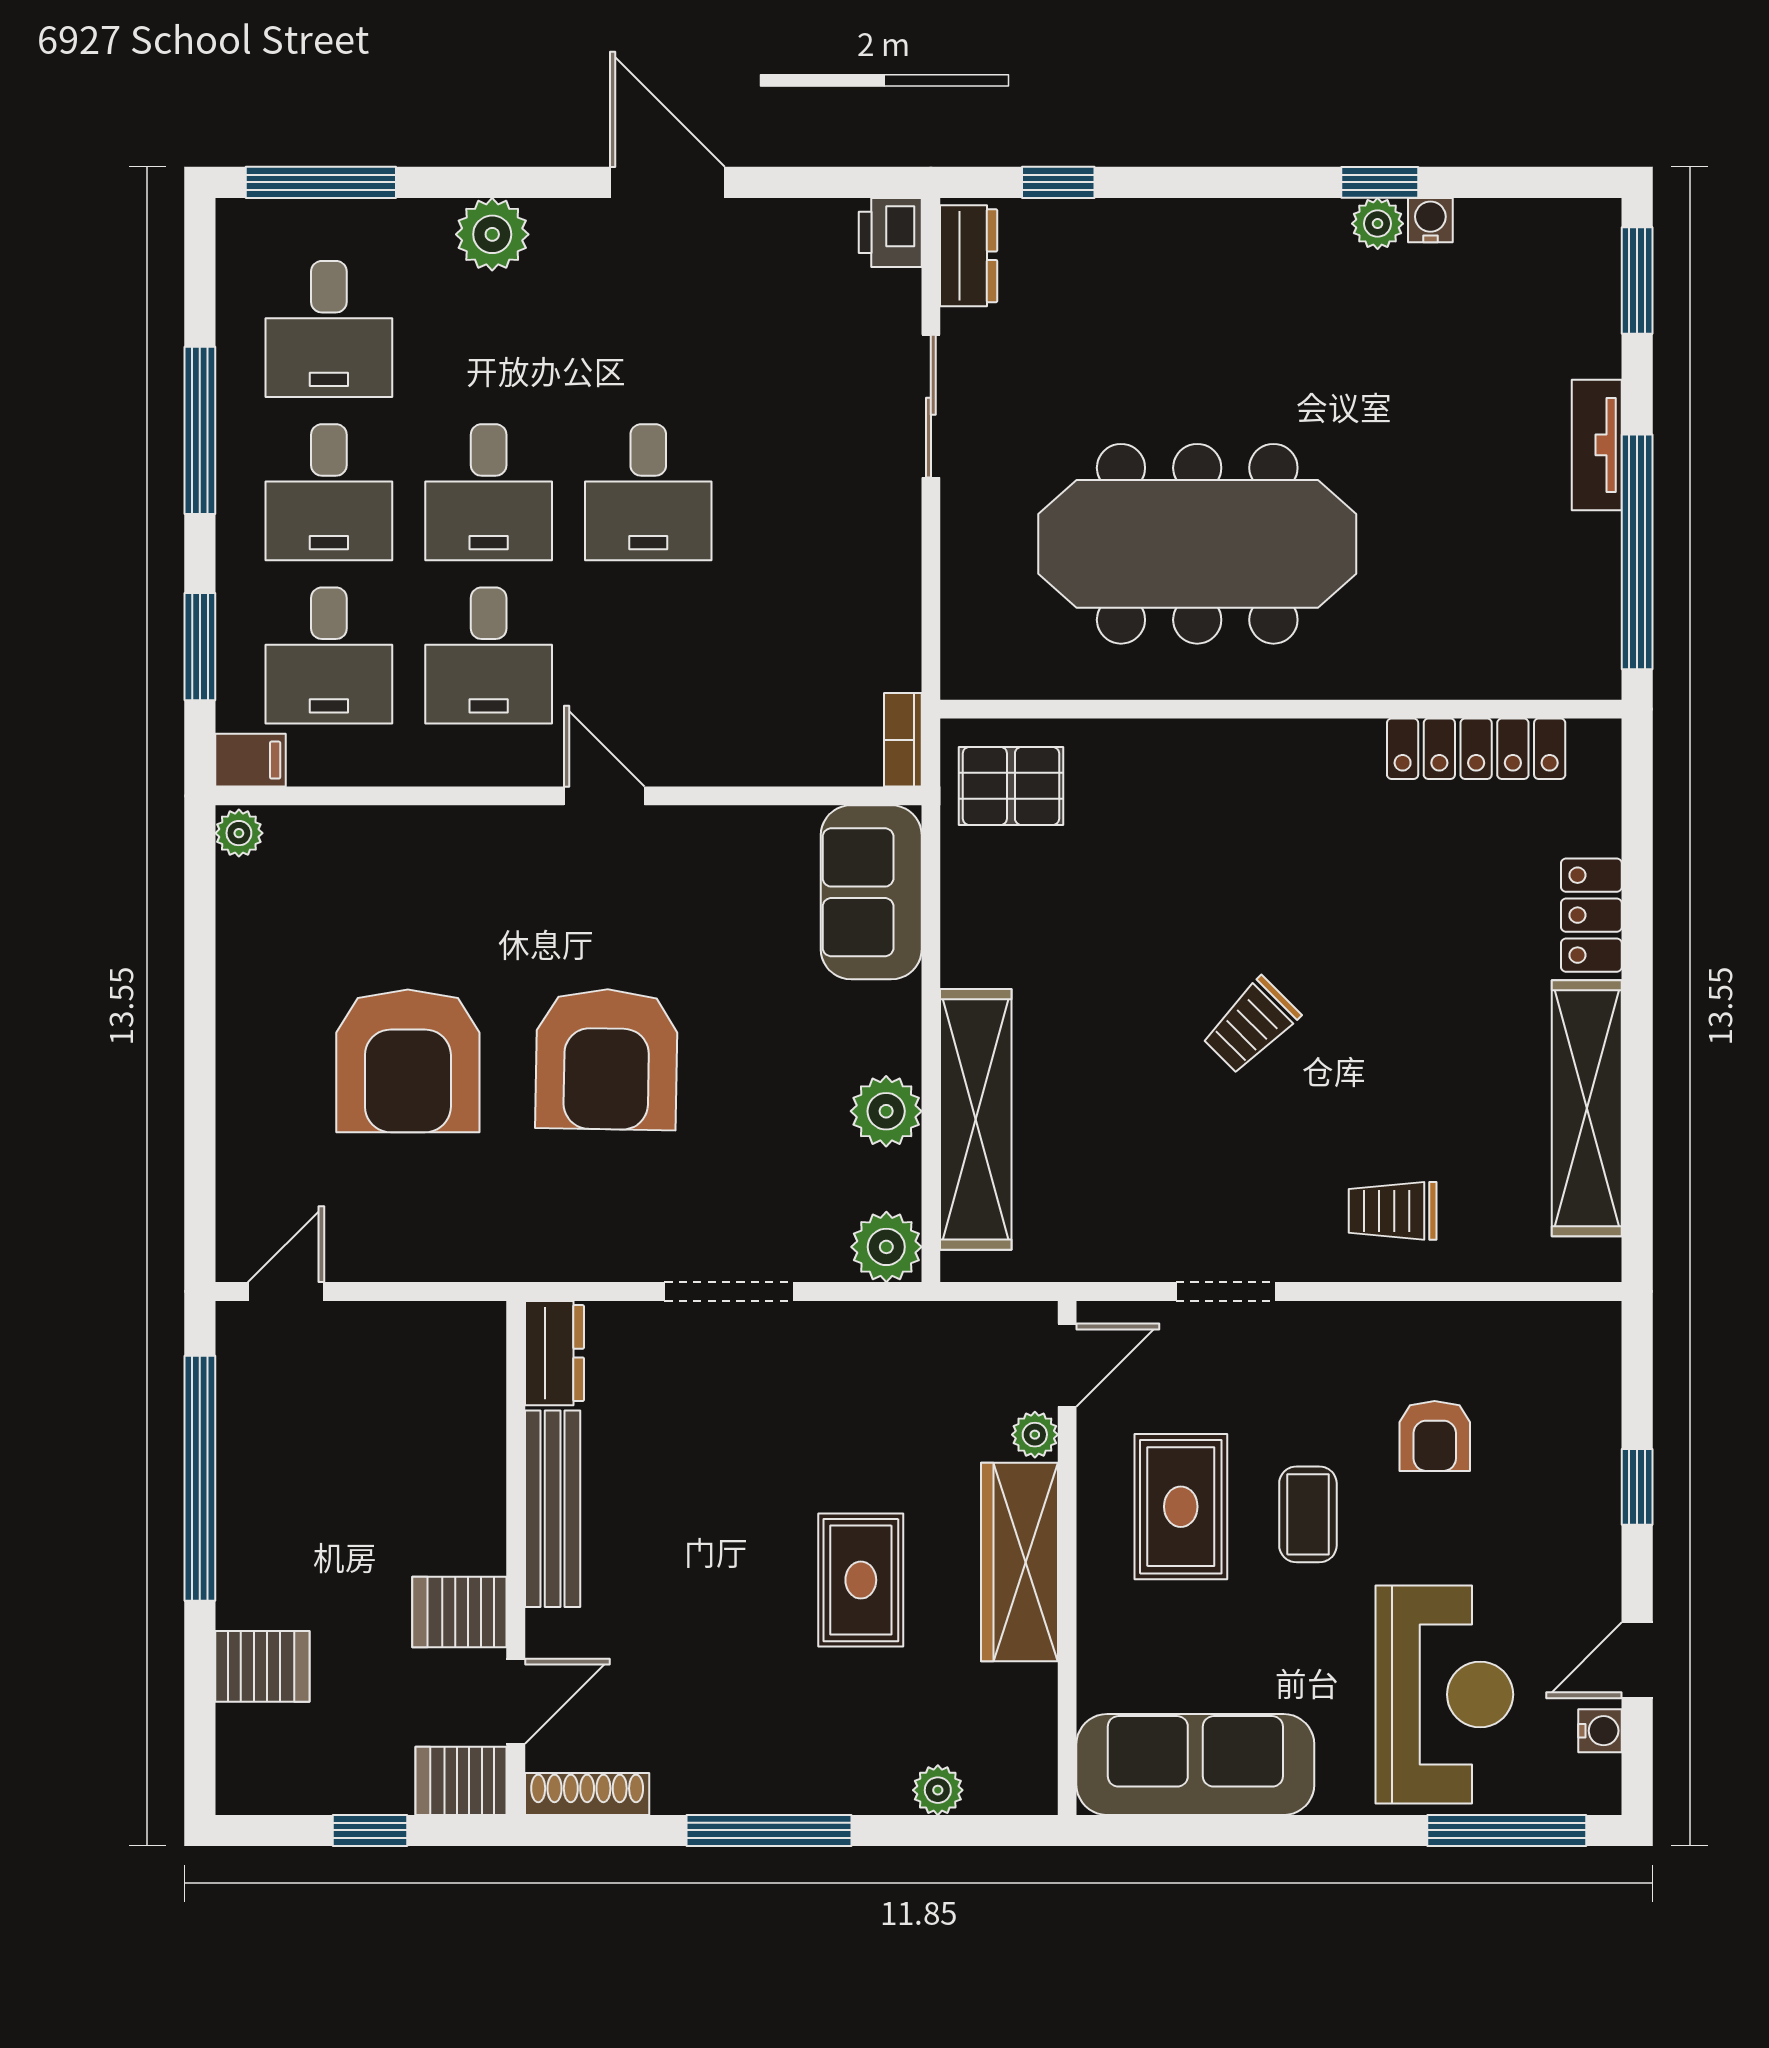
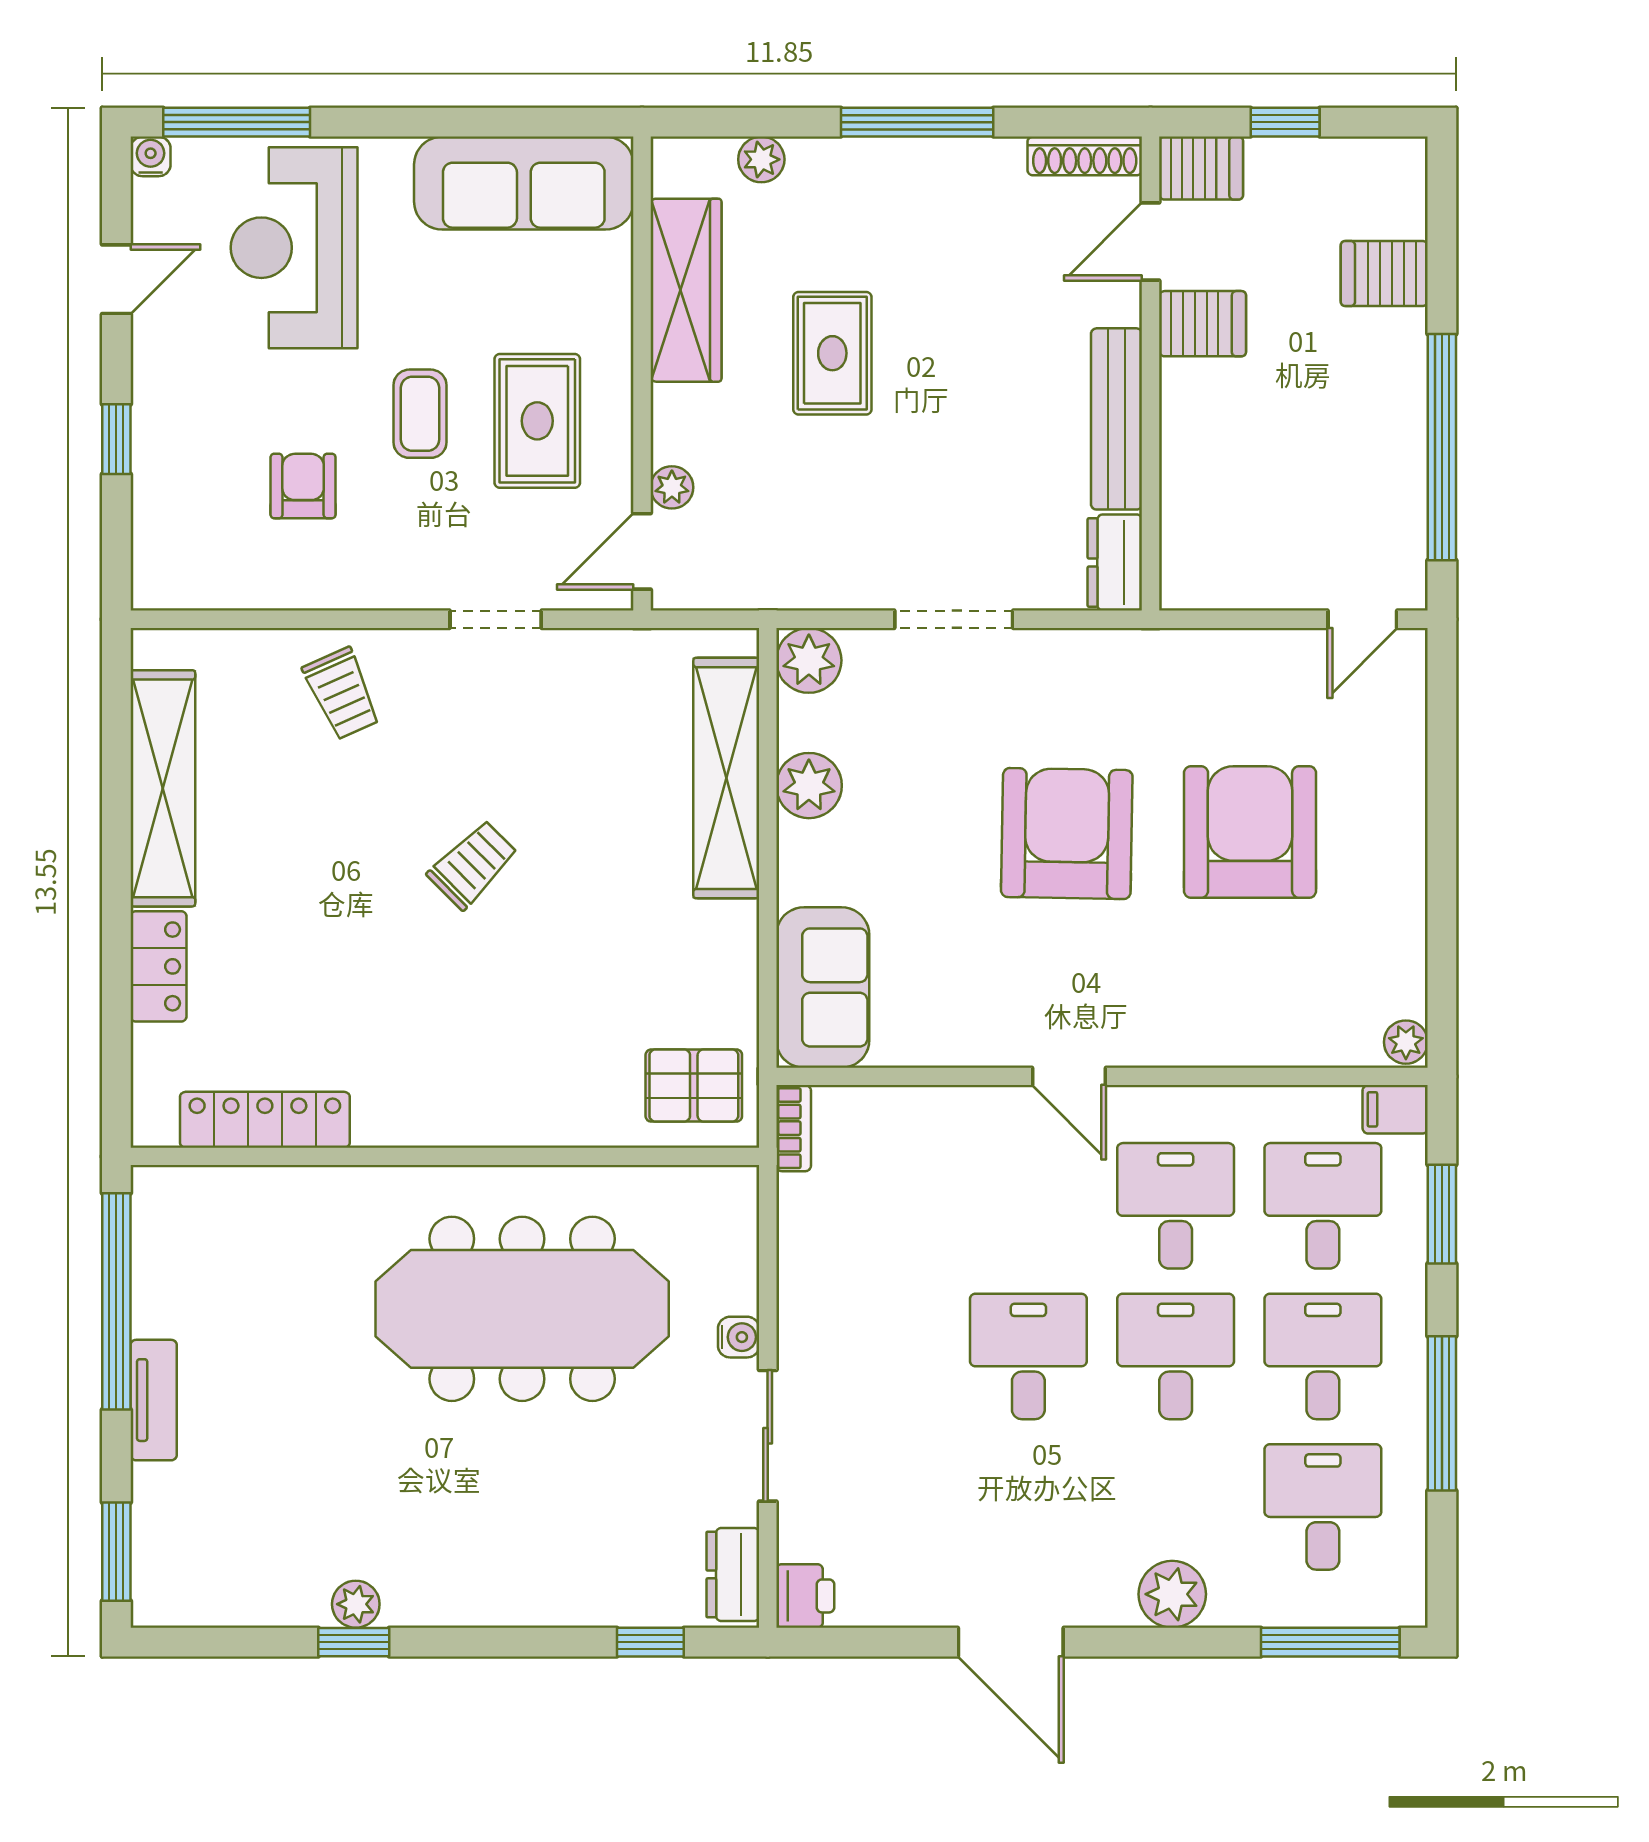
water cooler: (1430, 220) -> (739, 1337), moved, turned -90
trolley: (1393, 1211) -> (342, 694), turned 66
wardrobe: (1020, 1562) -> (686, 290), moved
water cooler: (1600, 1731) -> (151, 156), moved, turned 90

